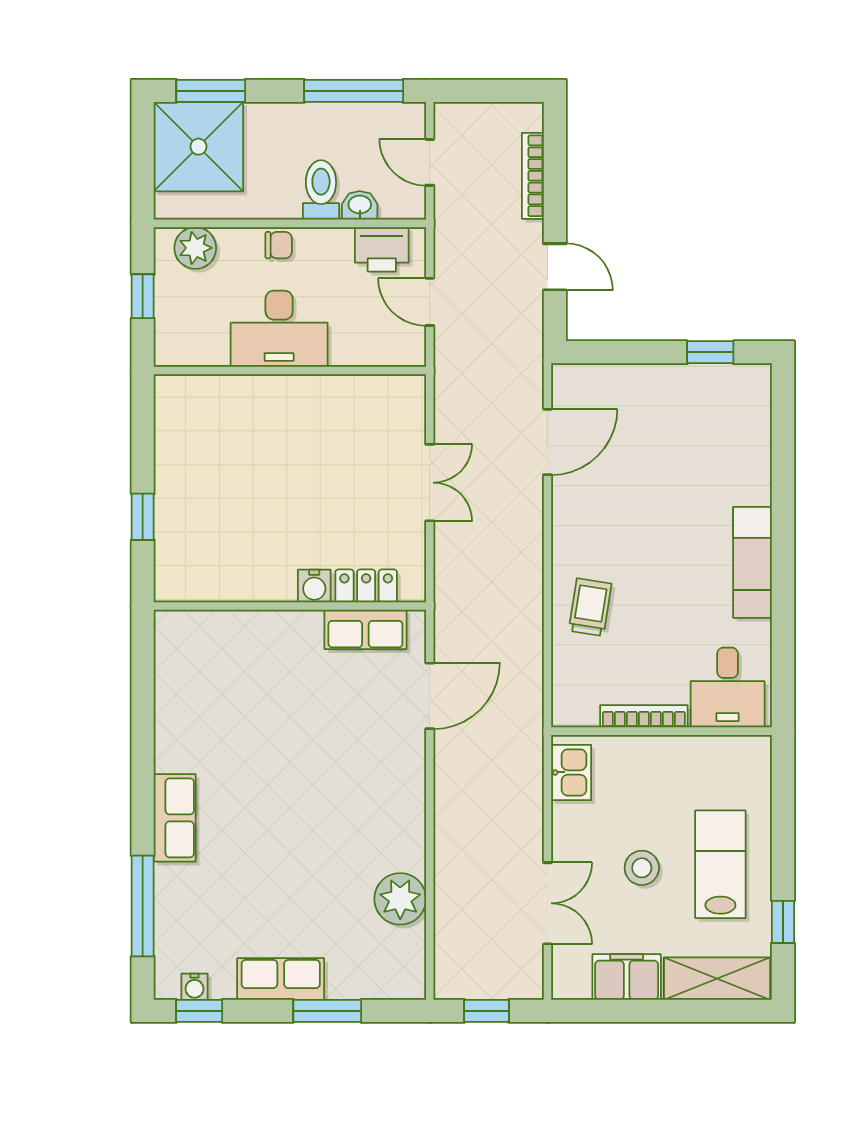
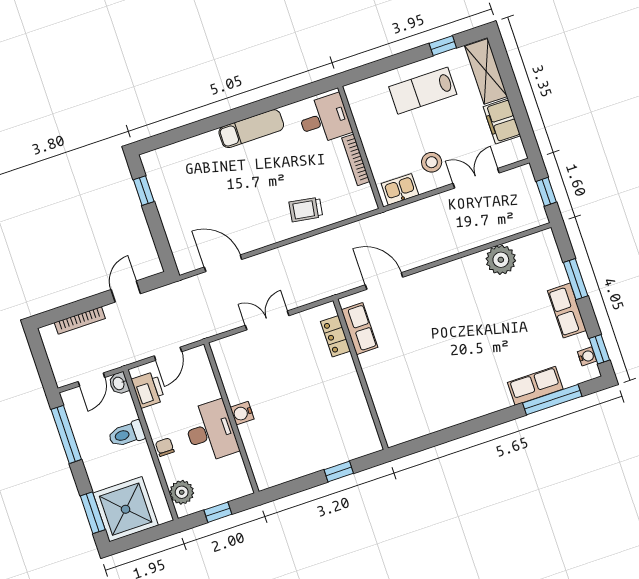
washbasin: (360, 205) -> (119, 383), moved
water cooler: (314, 586) -> (242, 413), moved, turned 180
row of seats: (175, 818) -> (535, 386), moved
stool: (642, 868) -> (432, 162), moved

